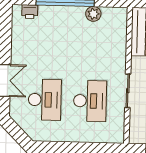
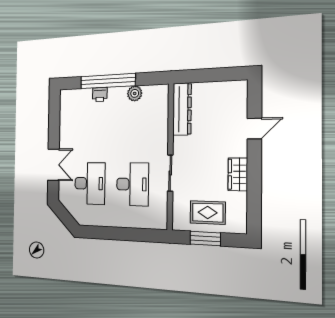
printer: (30, 12) -> (100, 94), moved

